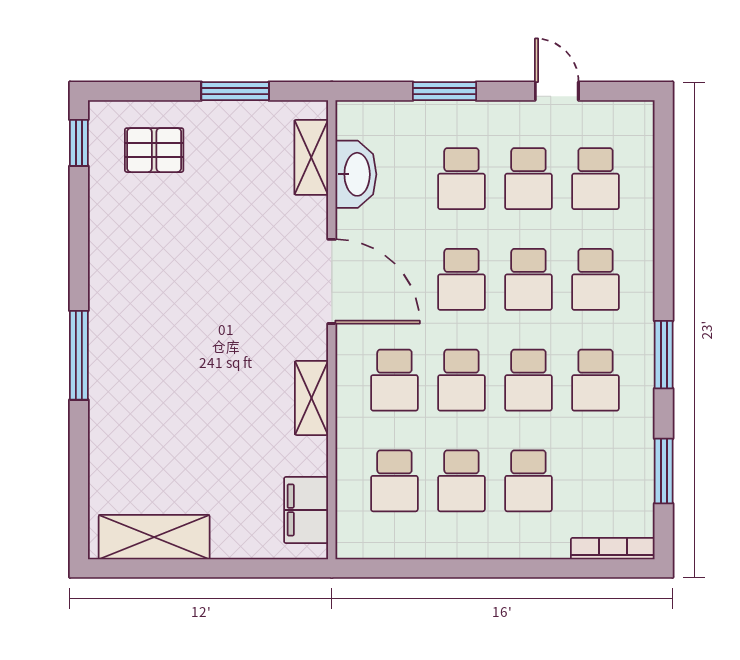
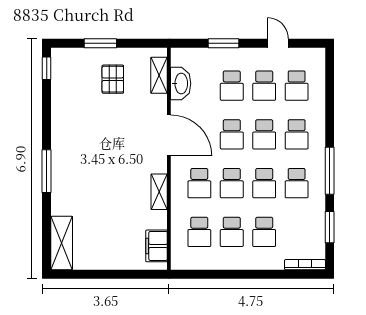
window: (235, 91) -> (100, 43), moved
pallet: (154, 150) -> (113, 79), moved, turned 90
window: (664, 355) -> (330, 171), width x1.44
shelving: (154, 537) -> (62, 243), moved, turned 90

